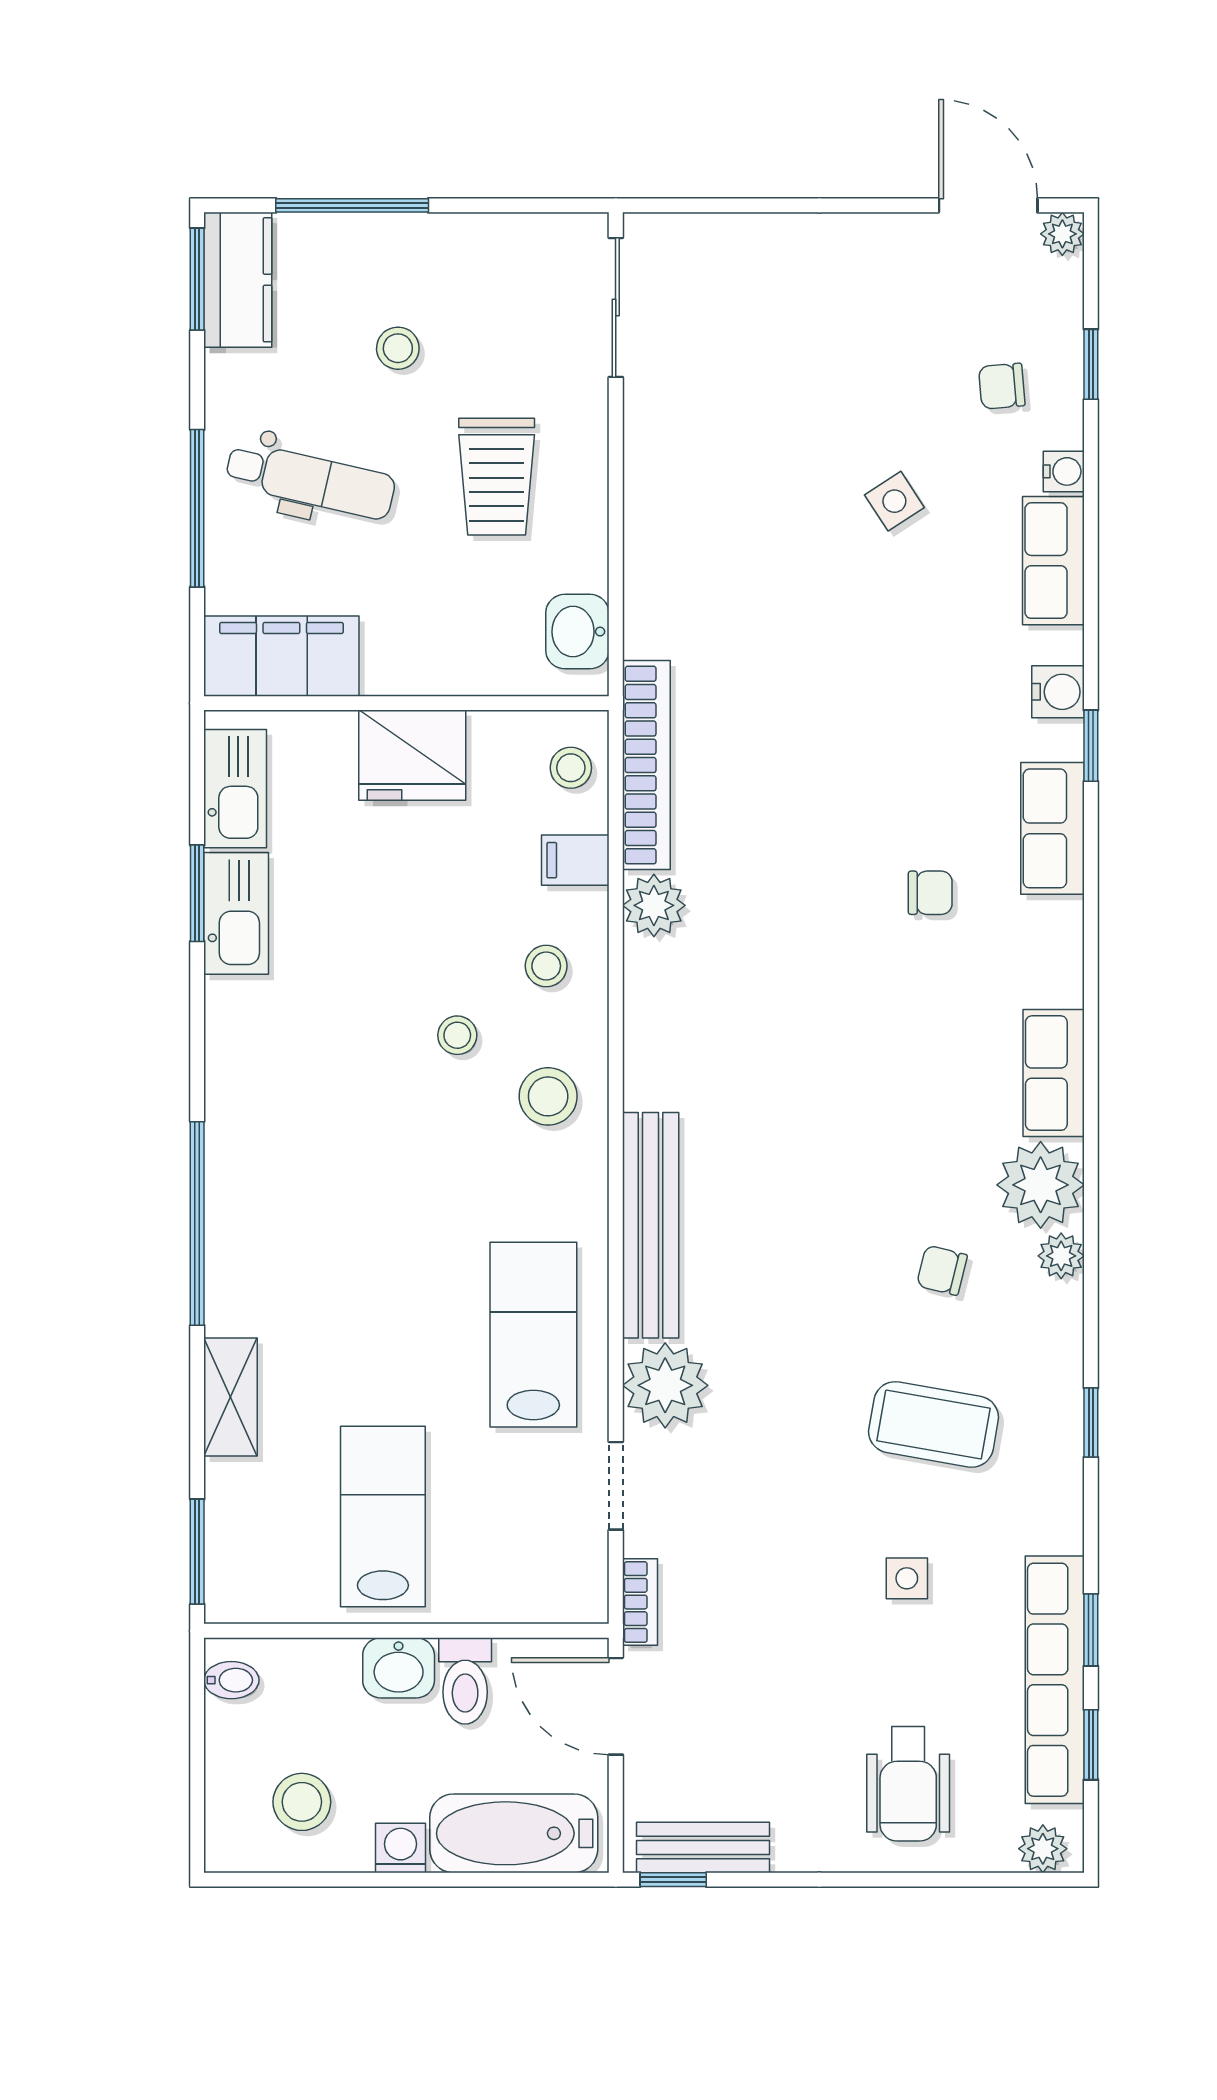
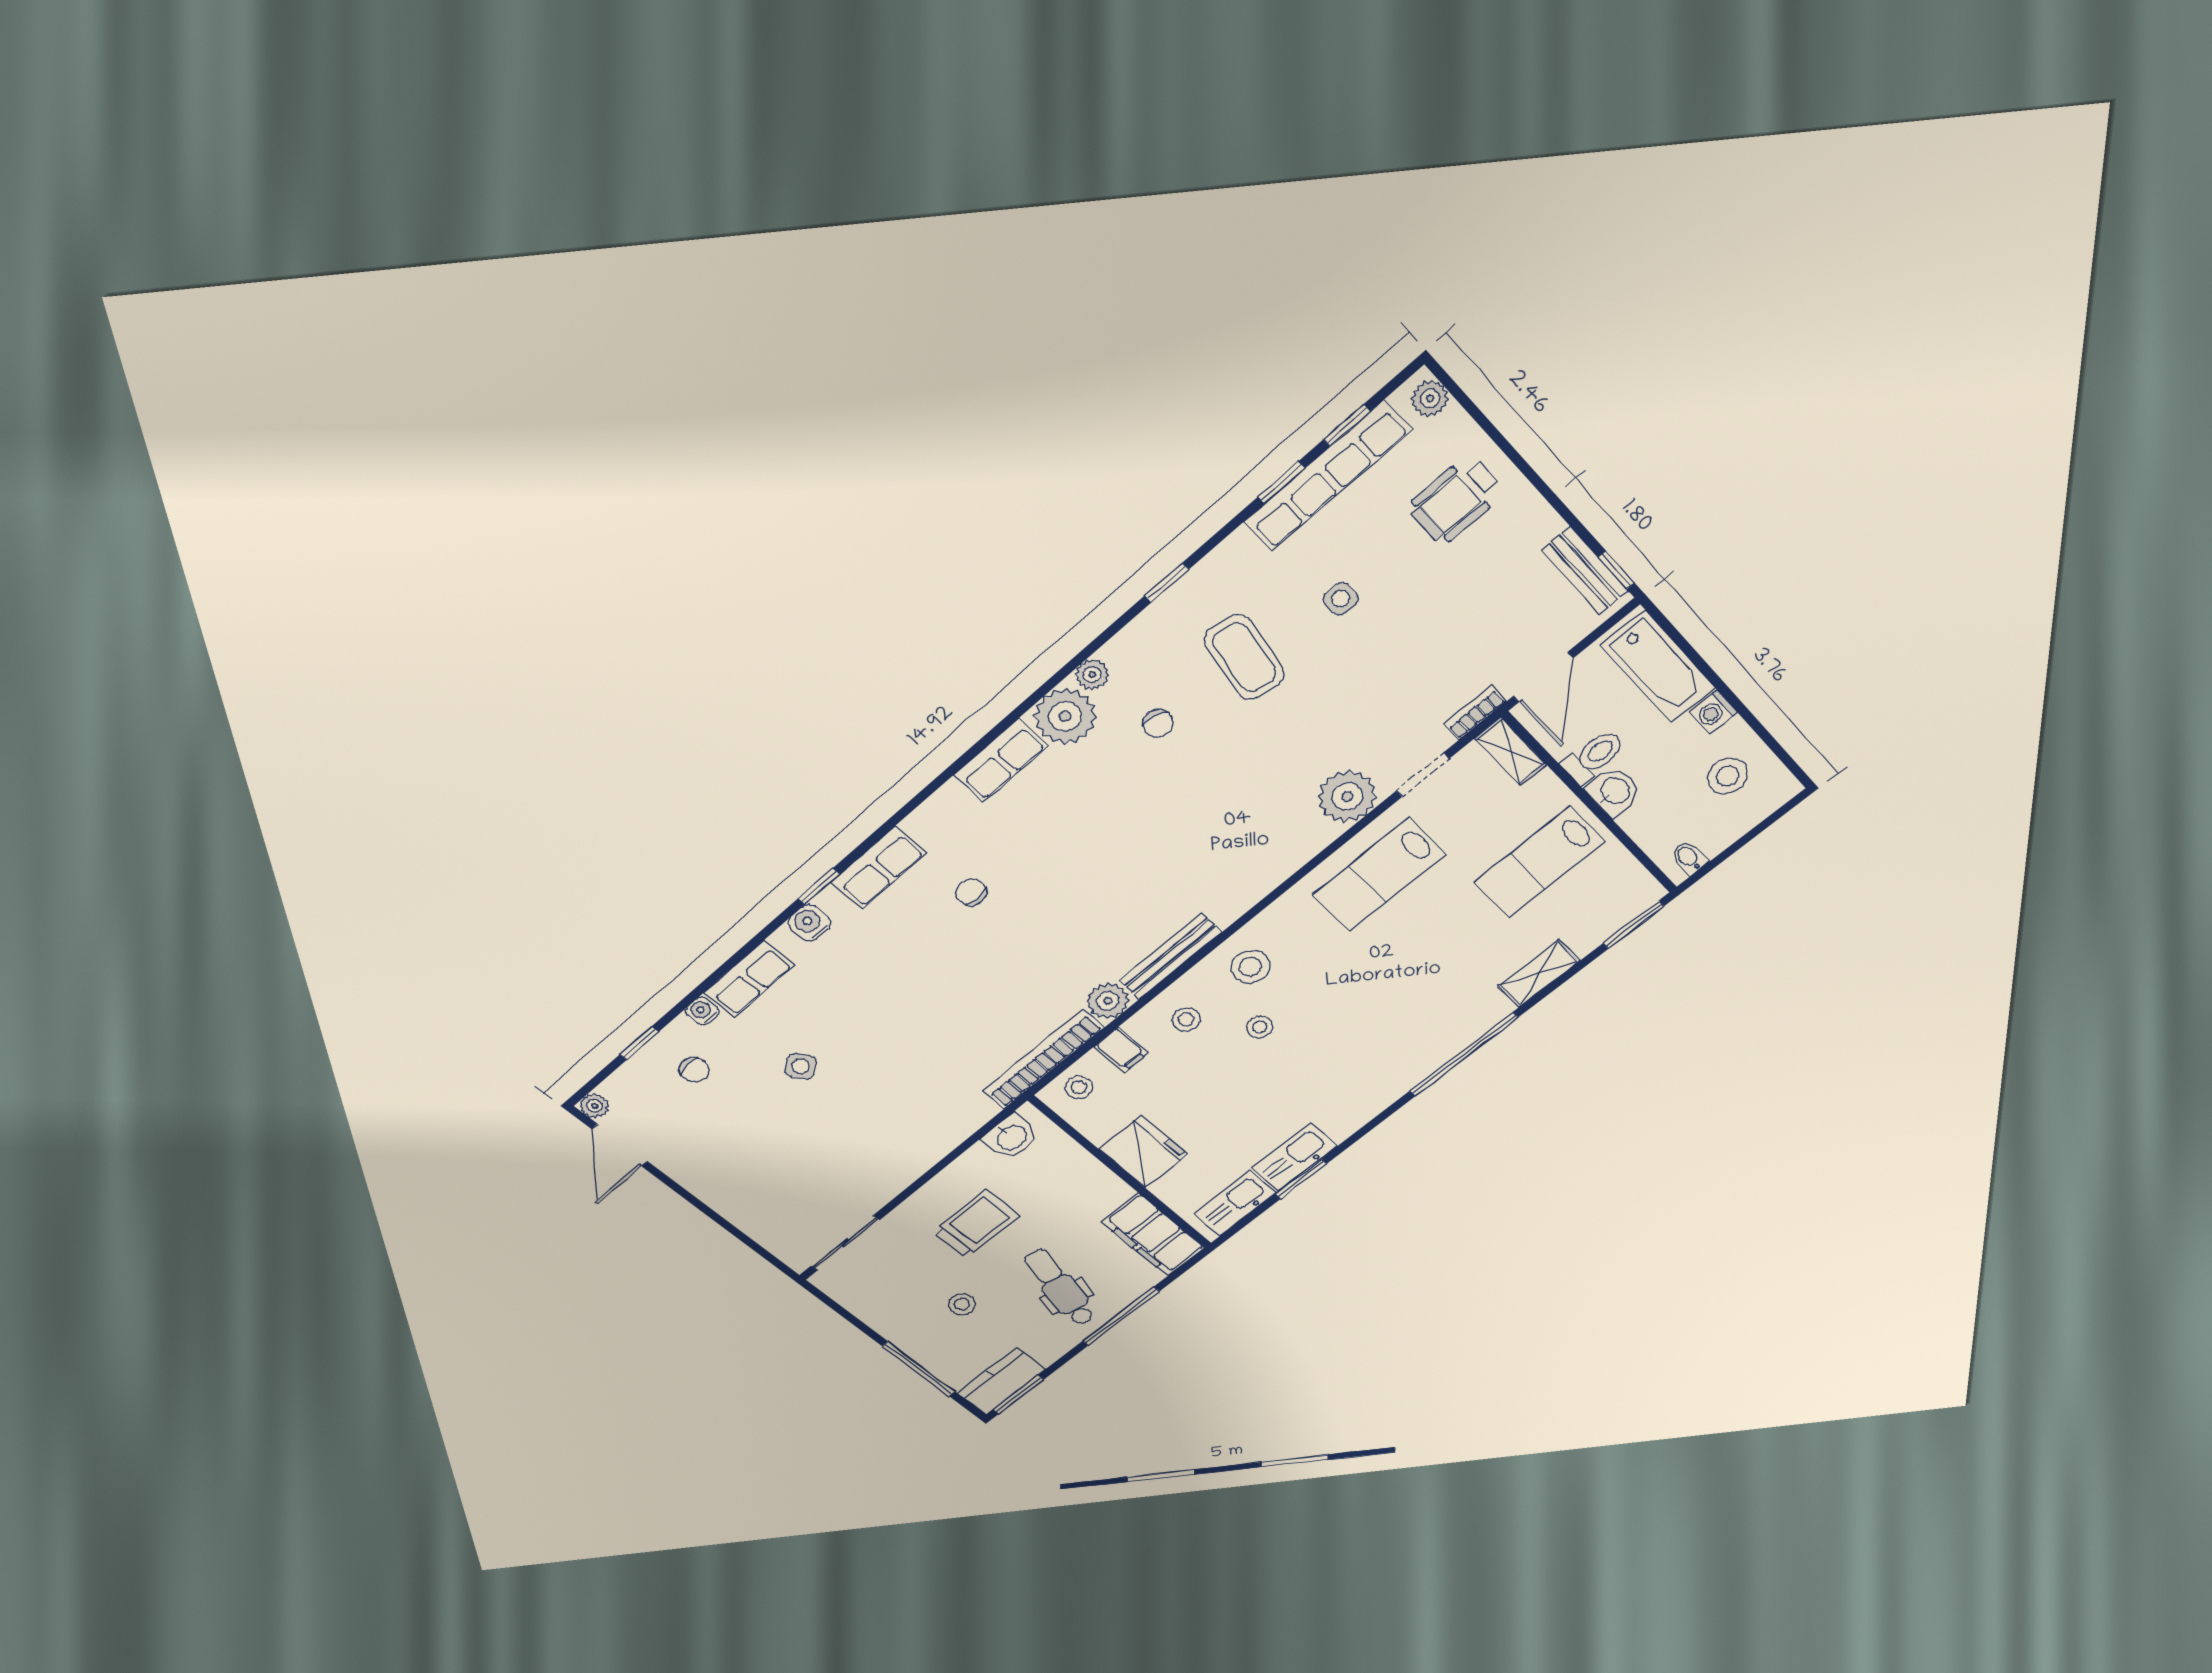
bench: (651, 1225) -> (1170, 956), moved, width x0.73, depth x0.82
shelving: (555, 1600) -> (1511, 752), added
wheelchair: (908, 1784) -> (1456, 500), turned 180

